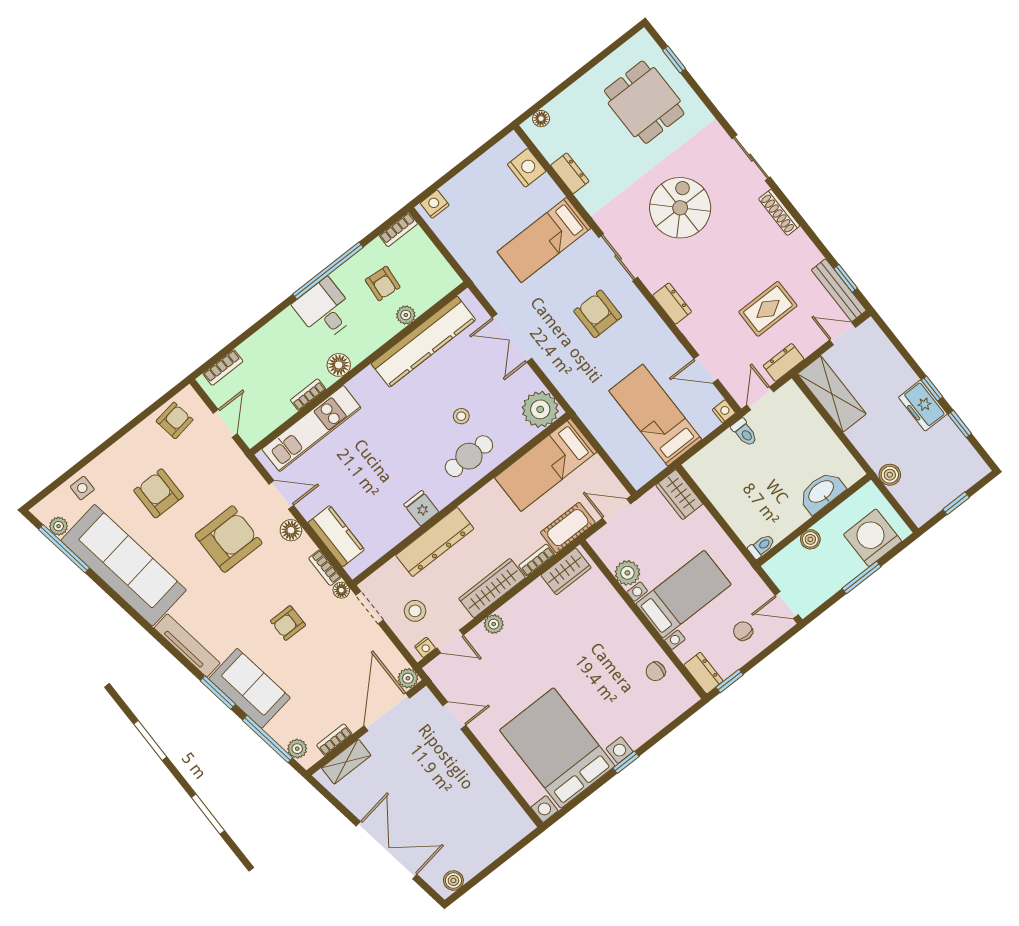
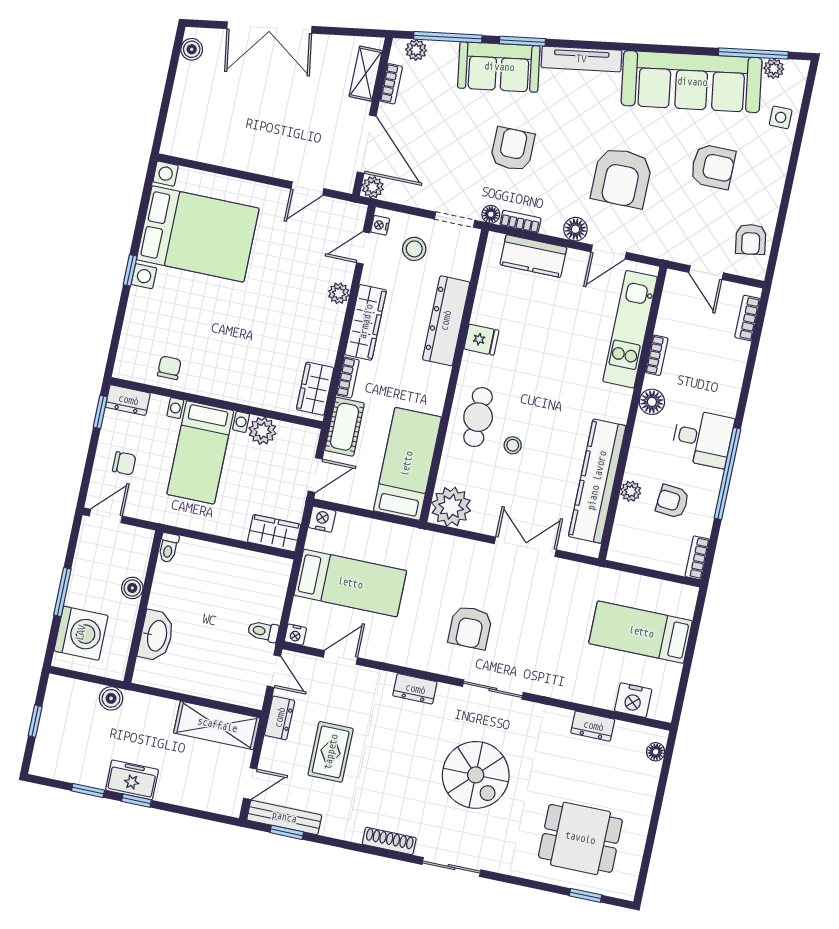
nightstand: (435, 204) -> (322, 519), moved, turned -90
bed: (544, 240) -> (641, 632), moved, turned -90
armchair: (598, 314) -> (470, 628), turned 90
armchair: (288, 623) -> (512, 149), width x1.38, depth x1.38

